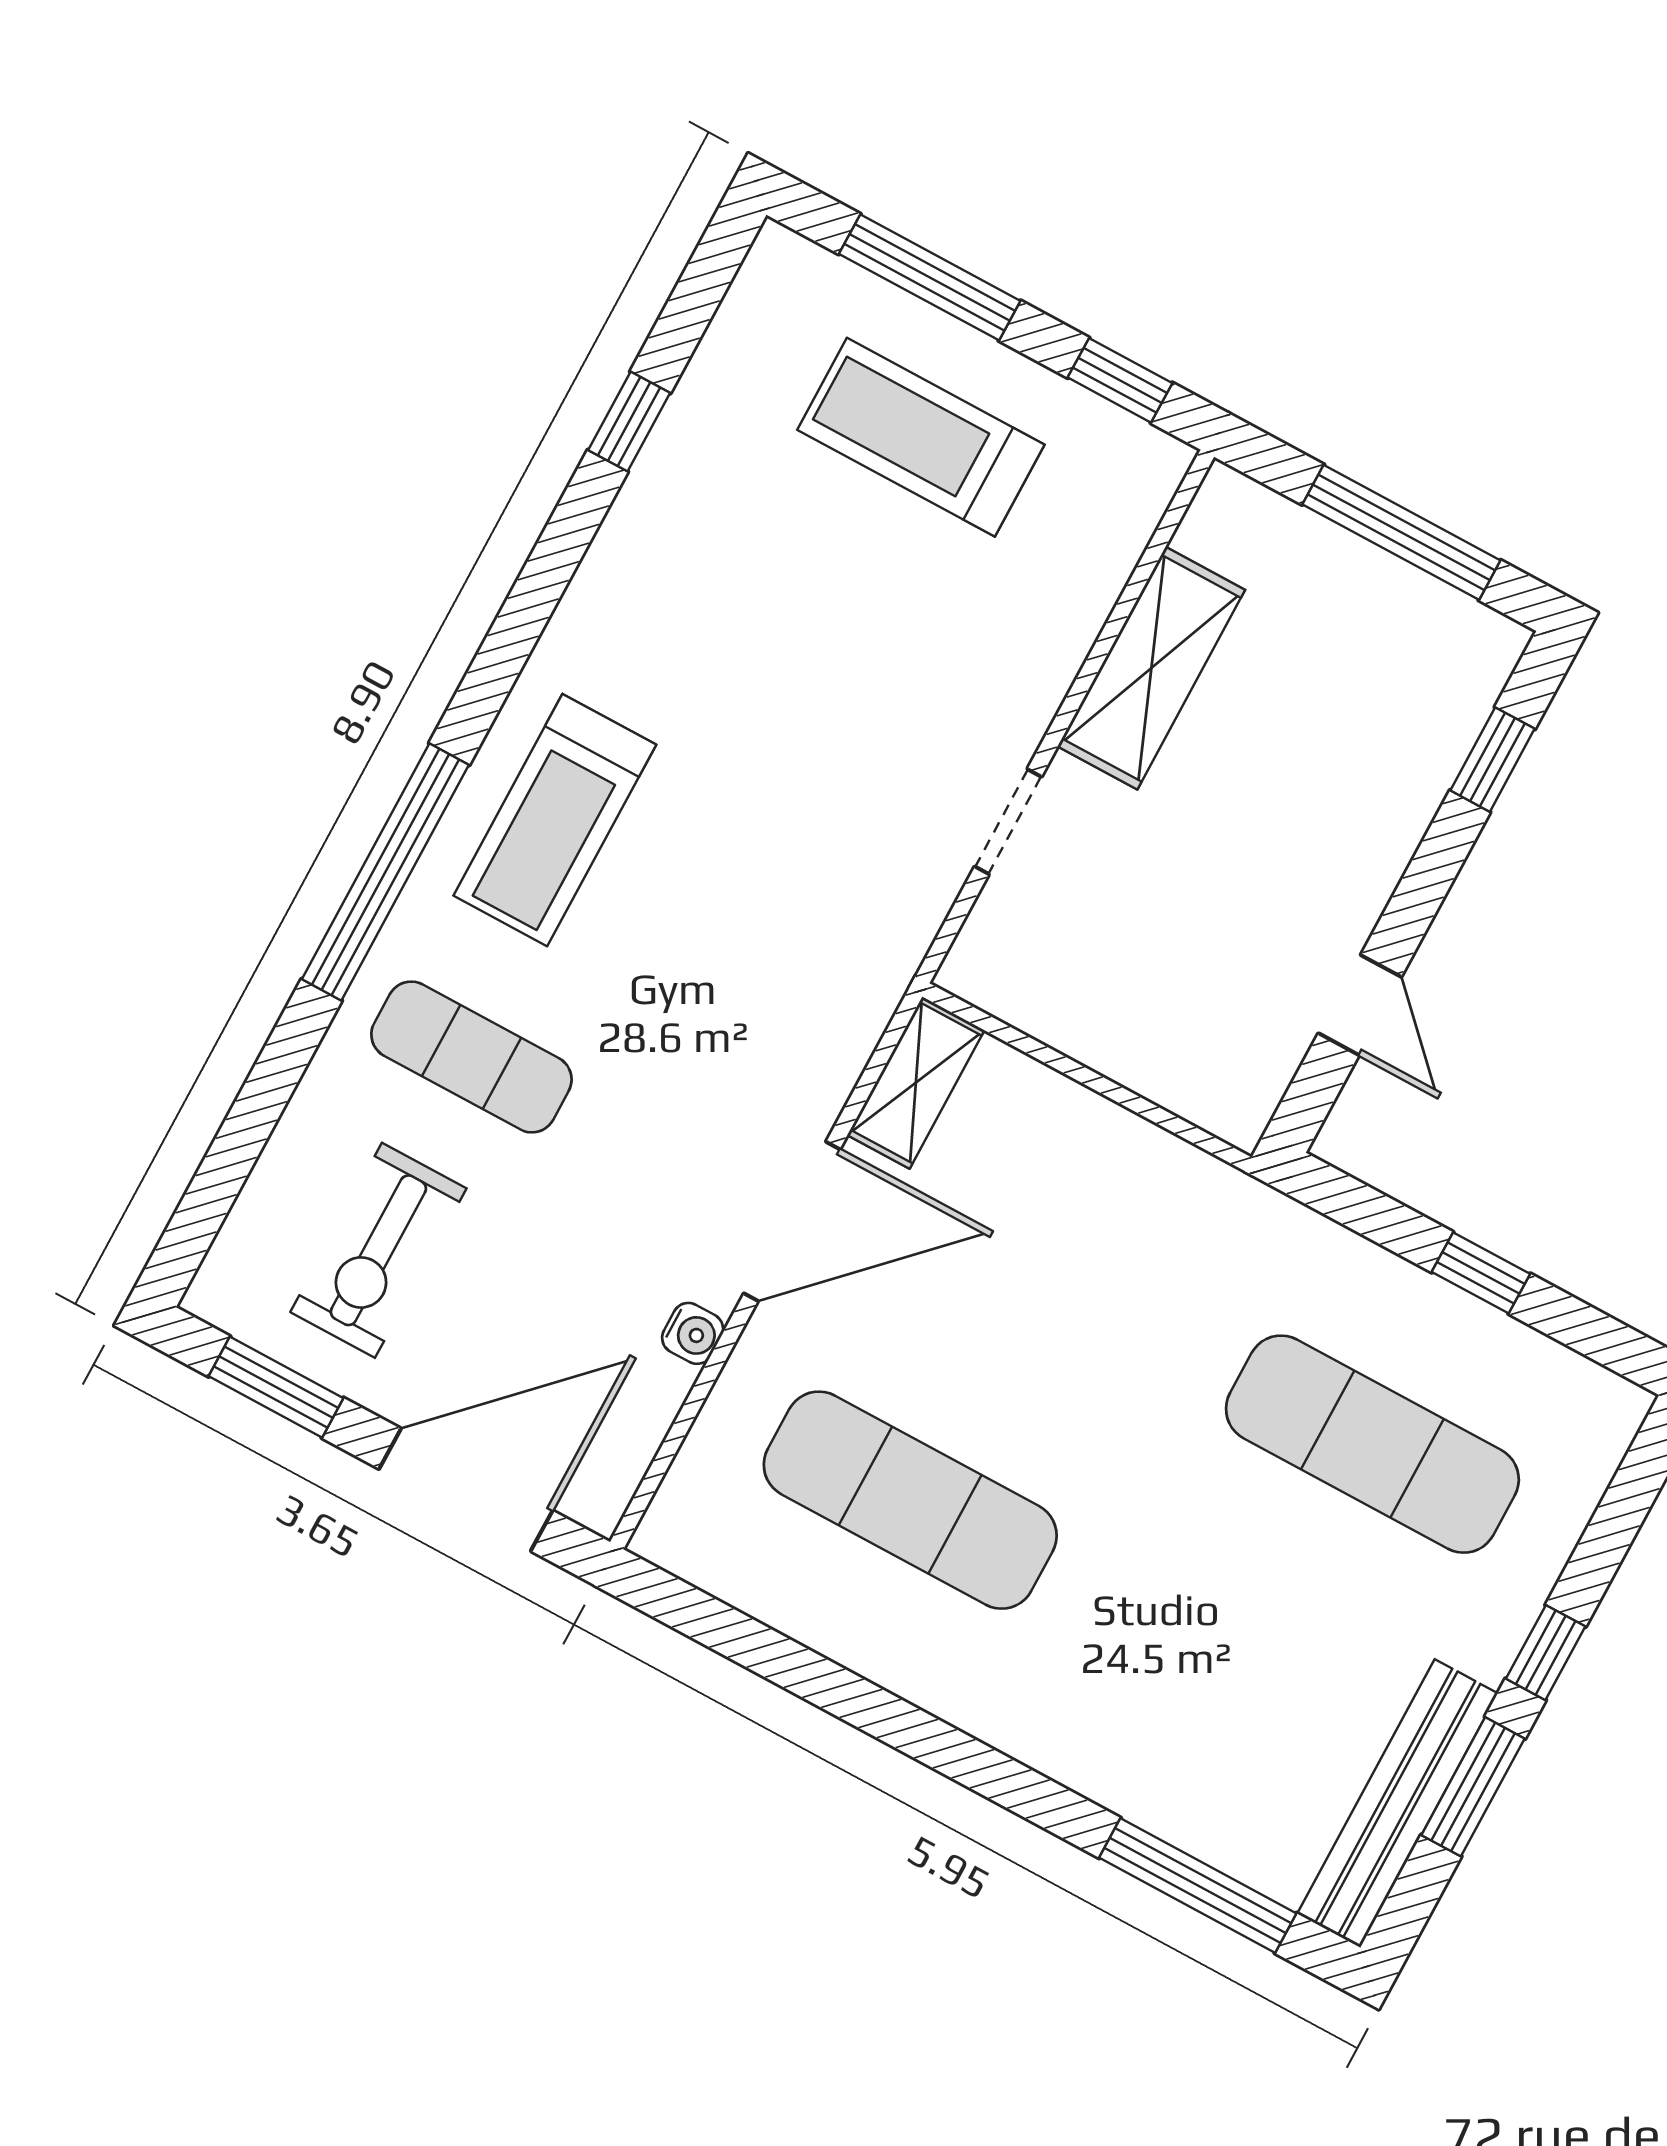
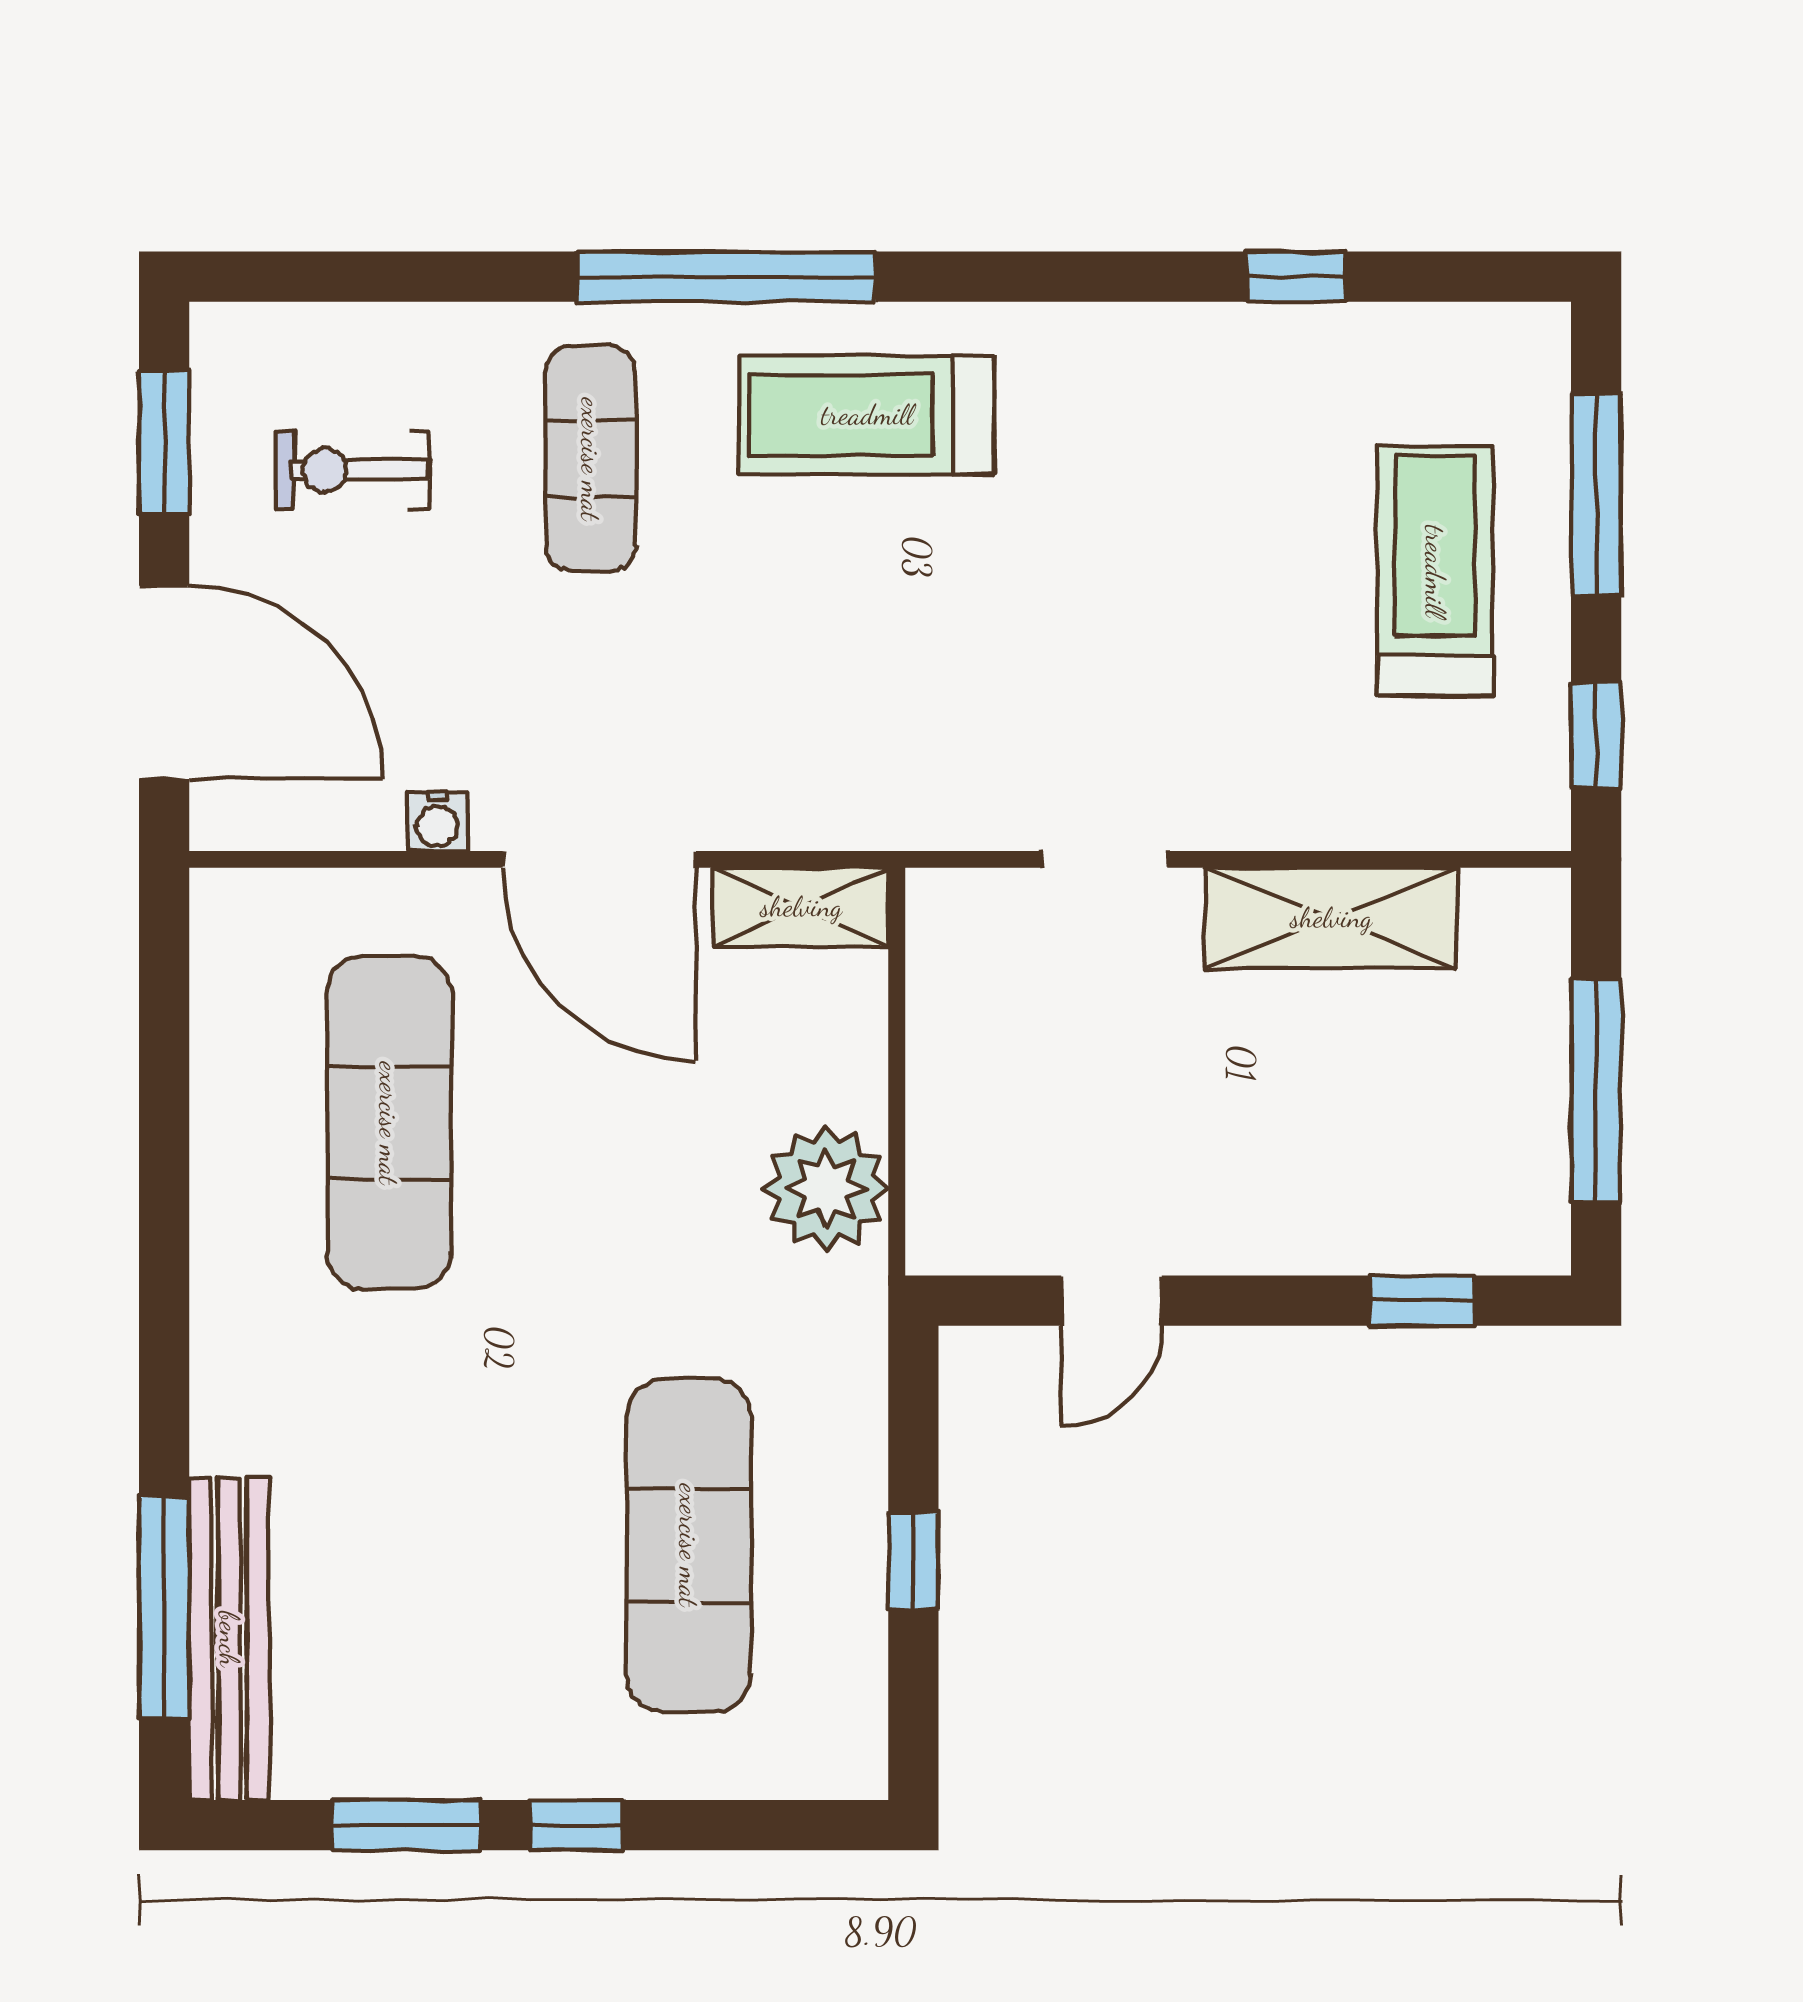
plant: (1149, 1183) -> (826, 1188), added
exercise bike: (378, 1250) -> (352, 470), width x0.73, depth x0.72
bench: (1398, 1804) -> (229, 1639), moved, turned 90

